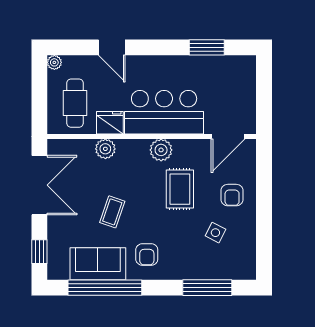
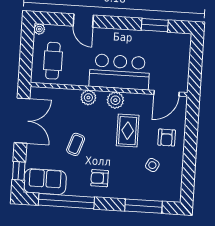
fridge: (110, 123) -> (78, 77), removed
plant: (105, 149) -> (88, 98), moved
armchair: (147, 254) -> (100, 178), turned 90
sofa: (98, 264) -> (45, 182), moved

